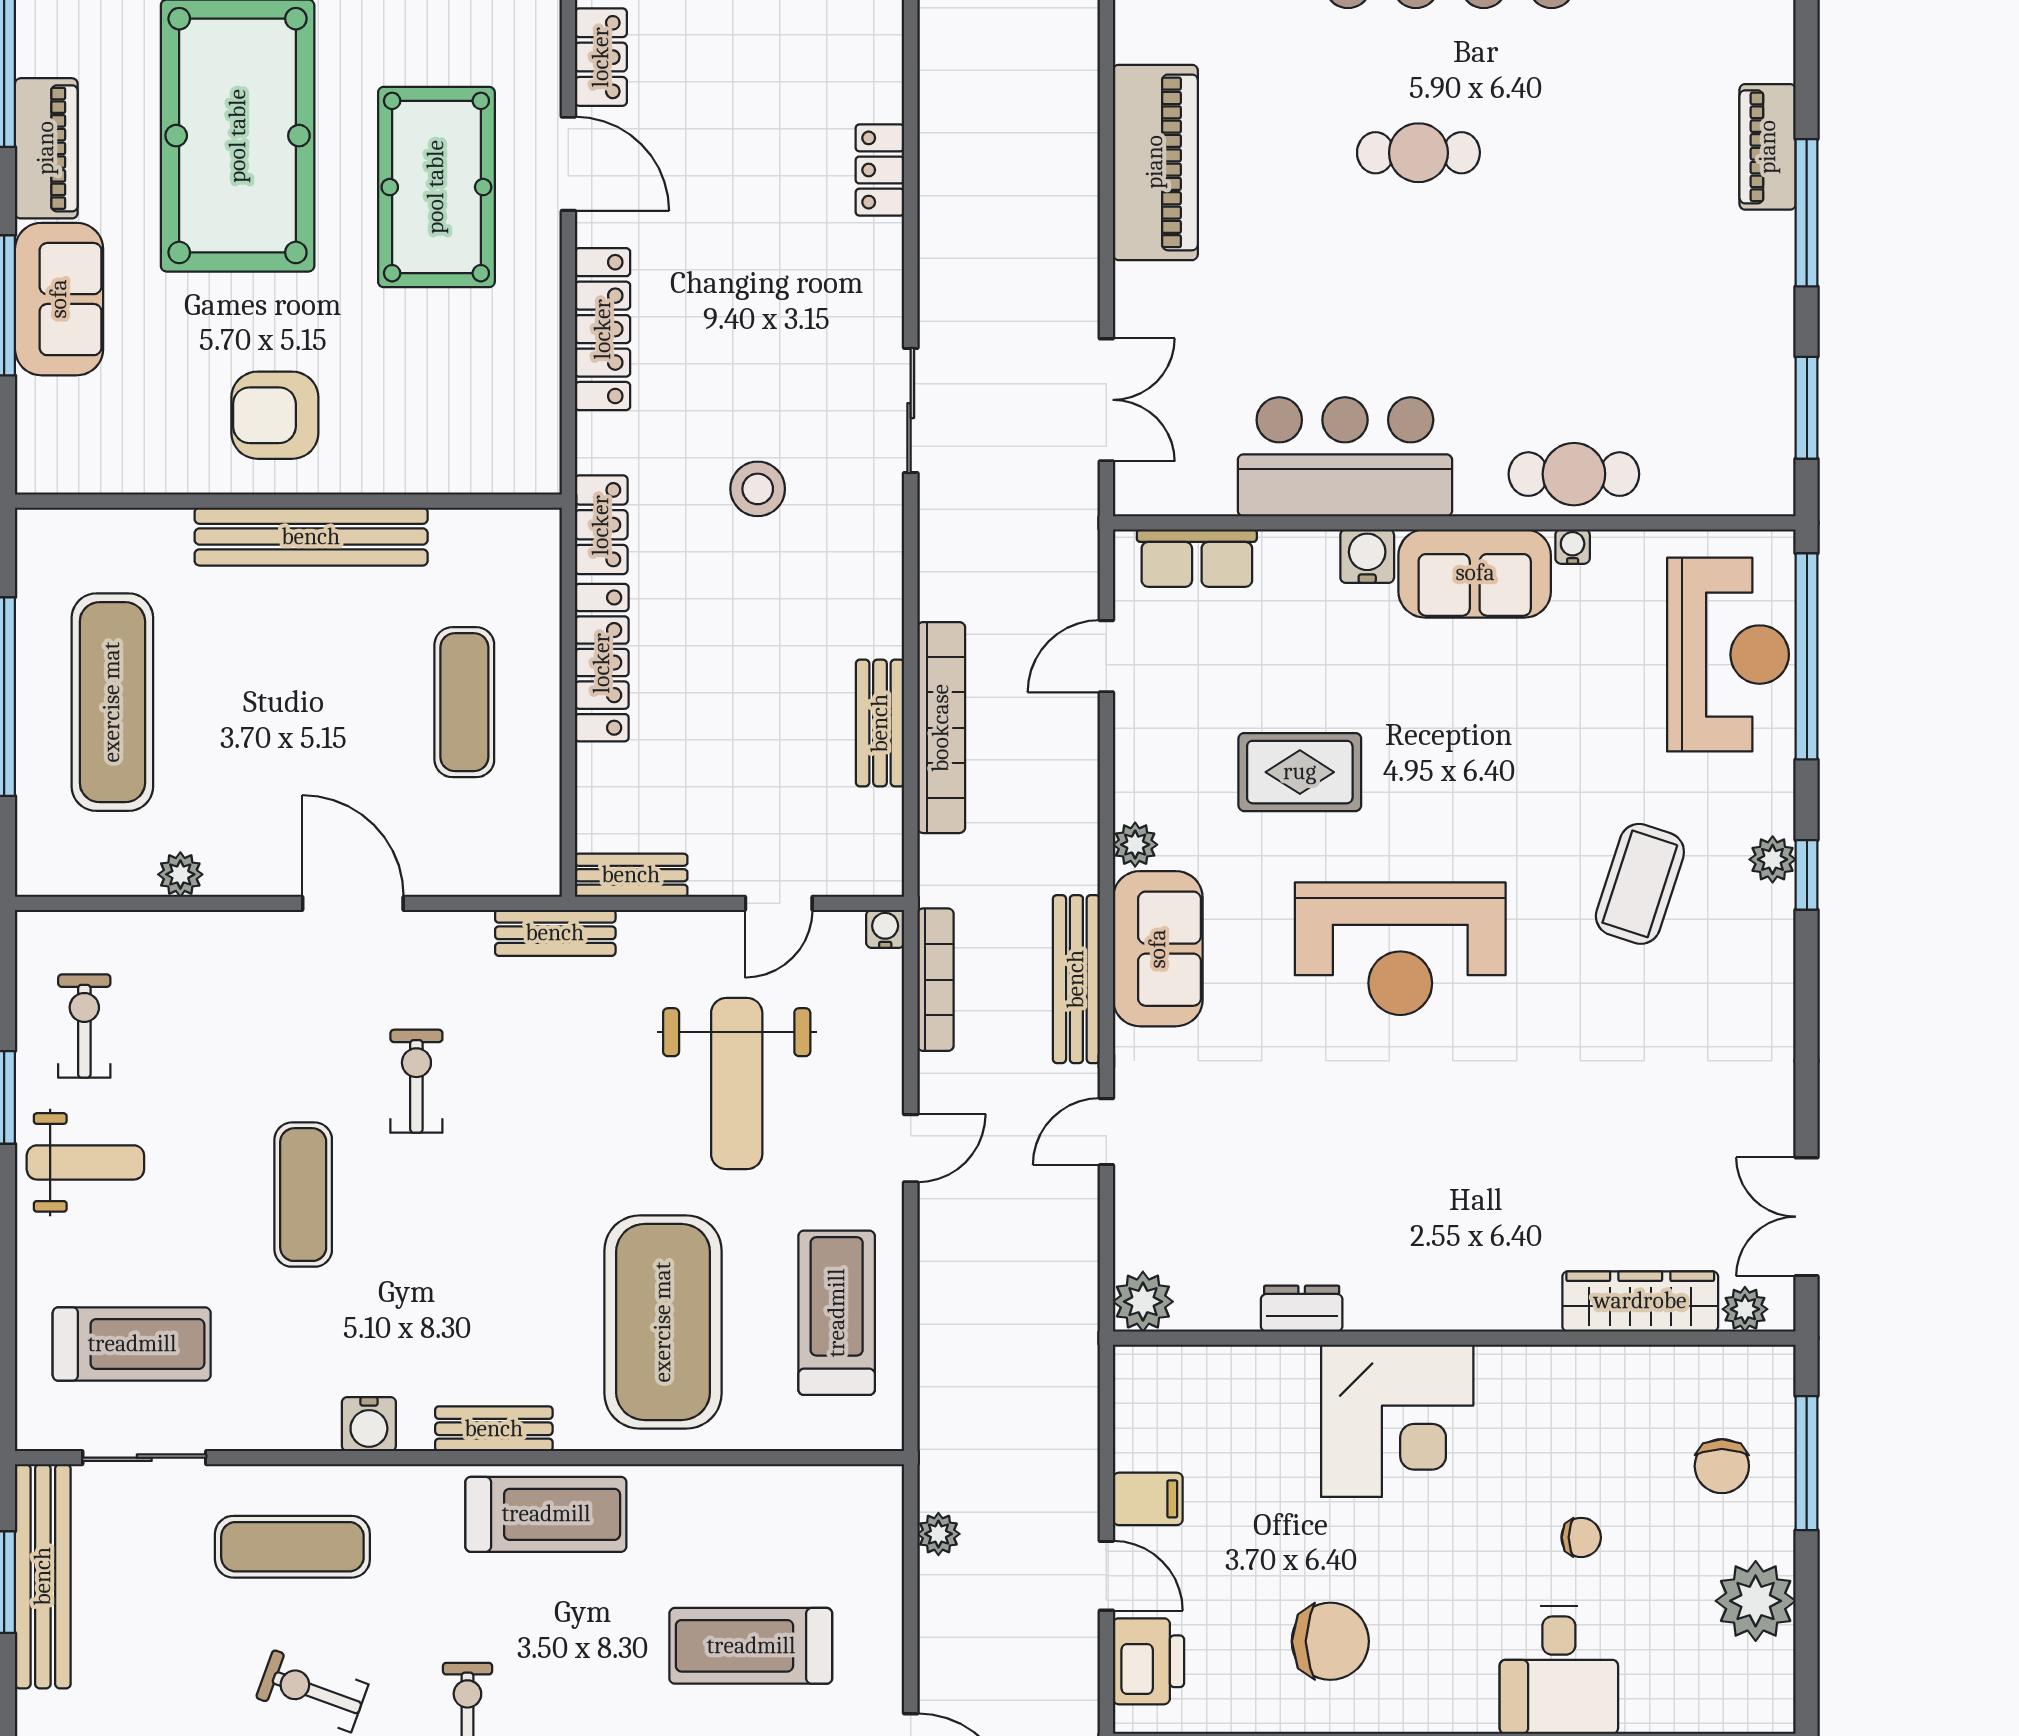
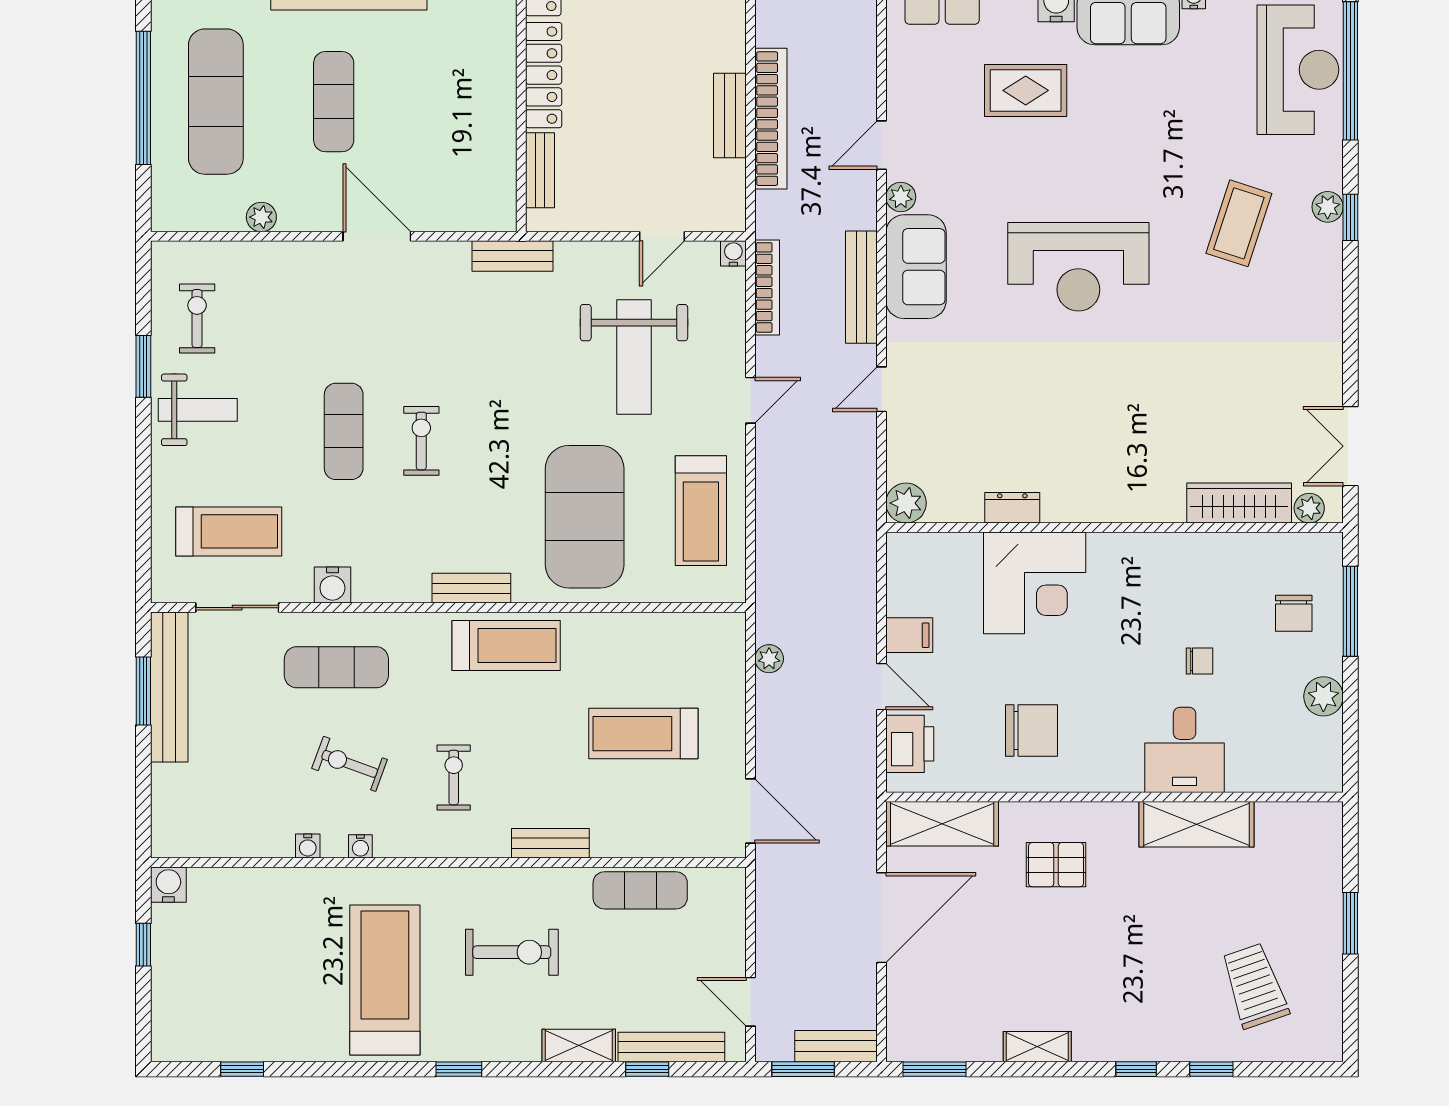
door: (1106, 656) -> (882, 145), moved
exercise mat: (464, 702) -> (334, 102), moved
rug: (1300, 772) -> (1026, 90), moved
bench: (631, 875) -> (540, 170), moved, turned 90
exercise bike: (416, 1081) -> (421, 441), moved
treadmill: (837, 1313) -> (701, 511), turned 180
corner desk: (1397, 1421) -> (1035, 583), moved
water cooler: (369, 1424) -> (332, 585), moved
plant: (1756, 1601) -> (1323, 696), width x0.73, depth x0.73

